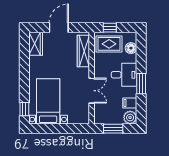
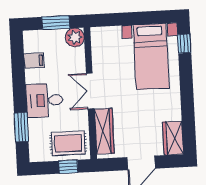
floor lamp: (131, 48) -> (36, 139), removed
window: (141, 84) -> (21, 127), moved
double door: (92, 91) -> (90, 91), moved
plant: (130, 118) -> (75, 37), moved

